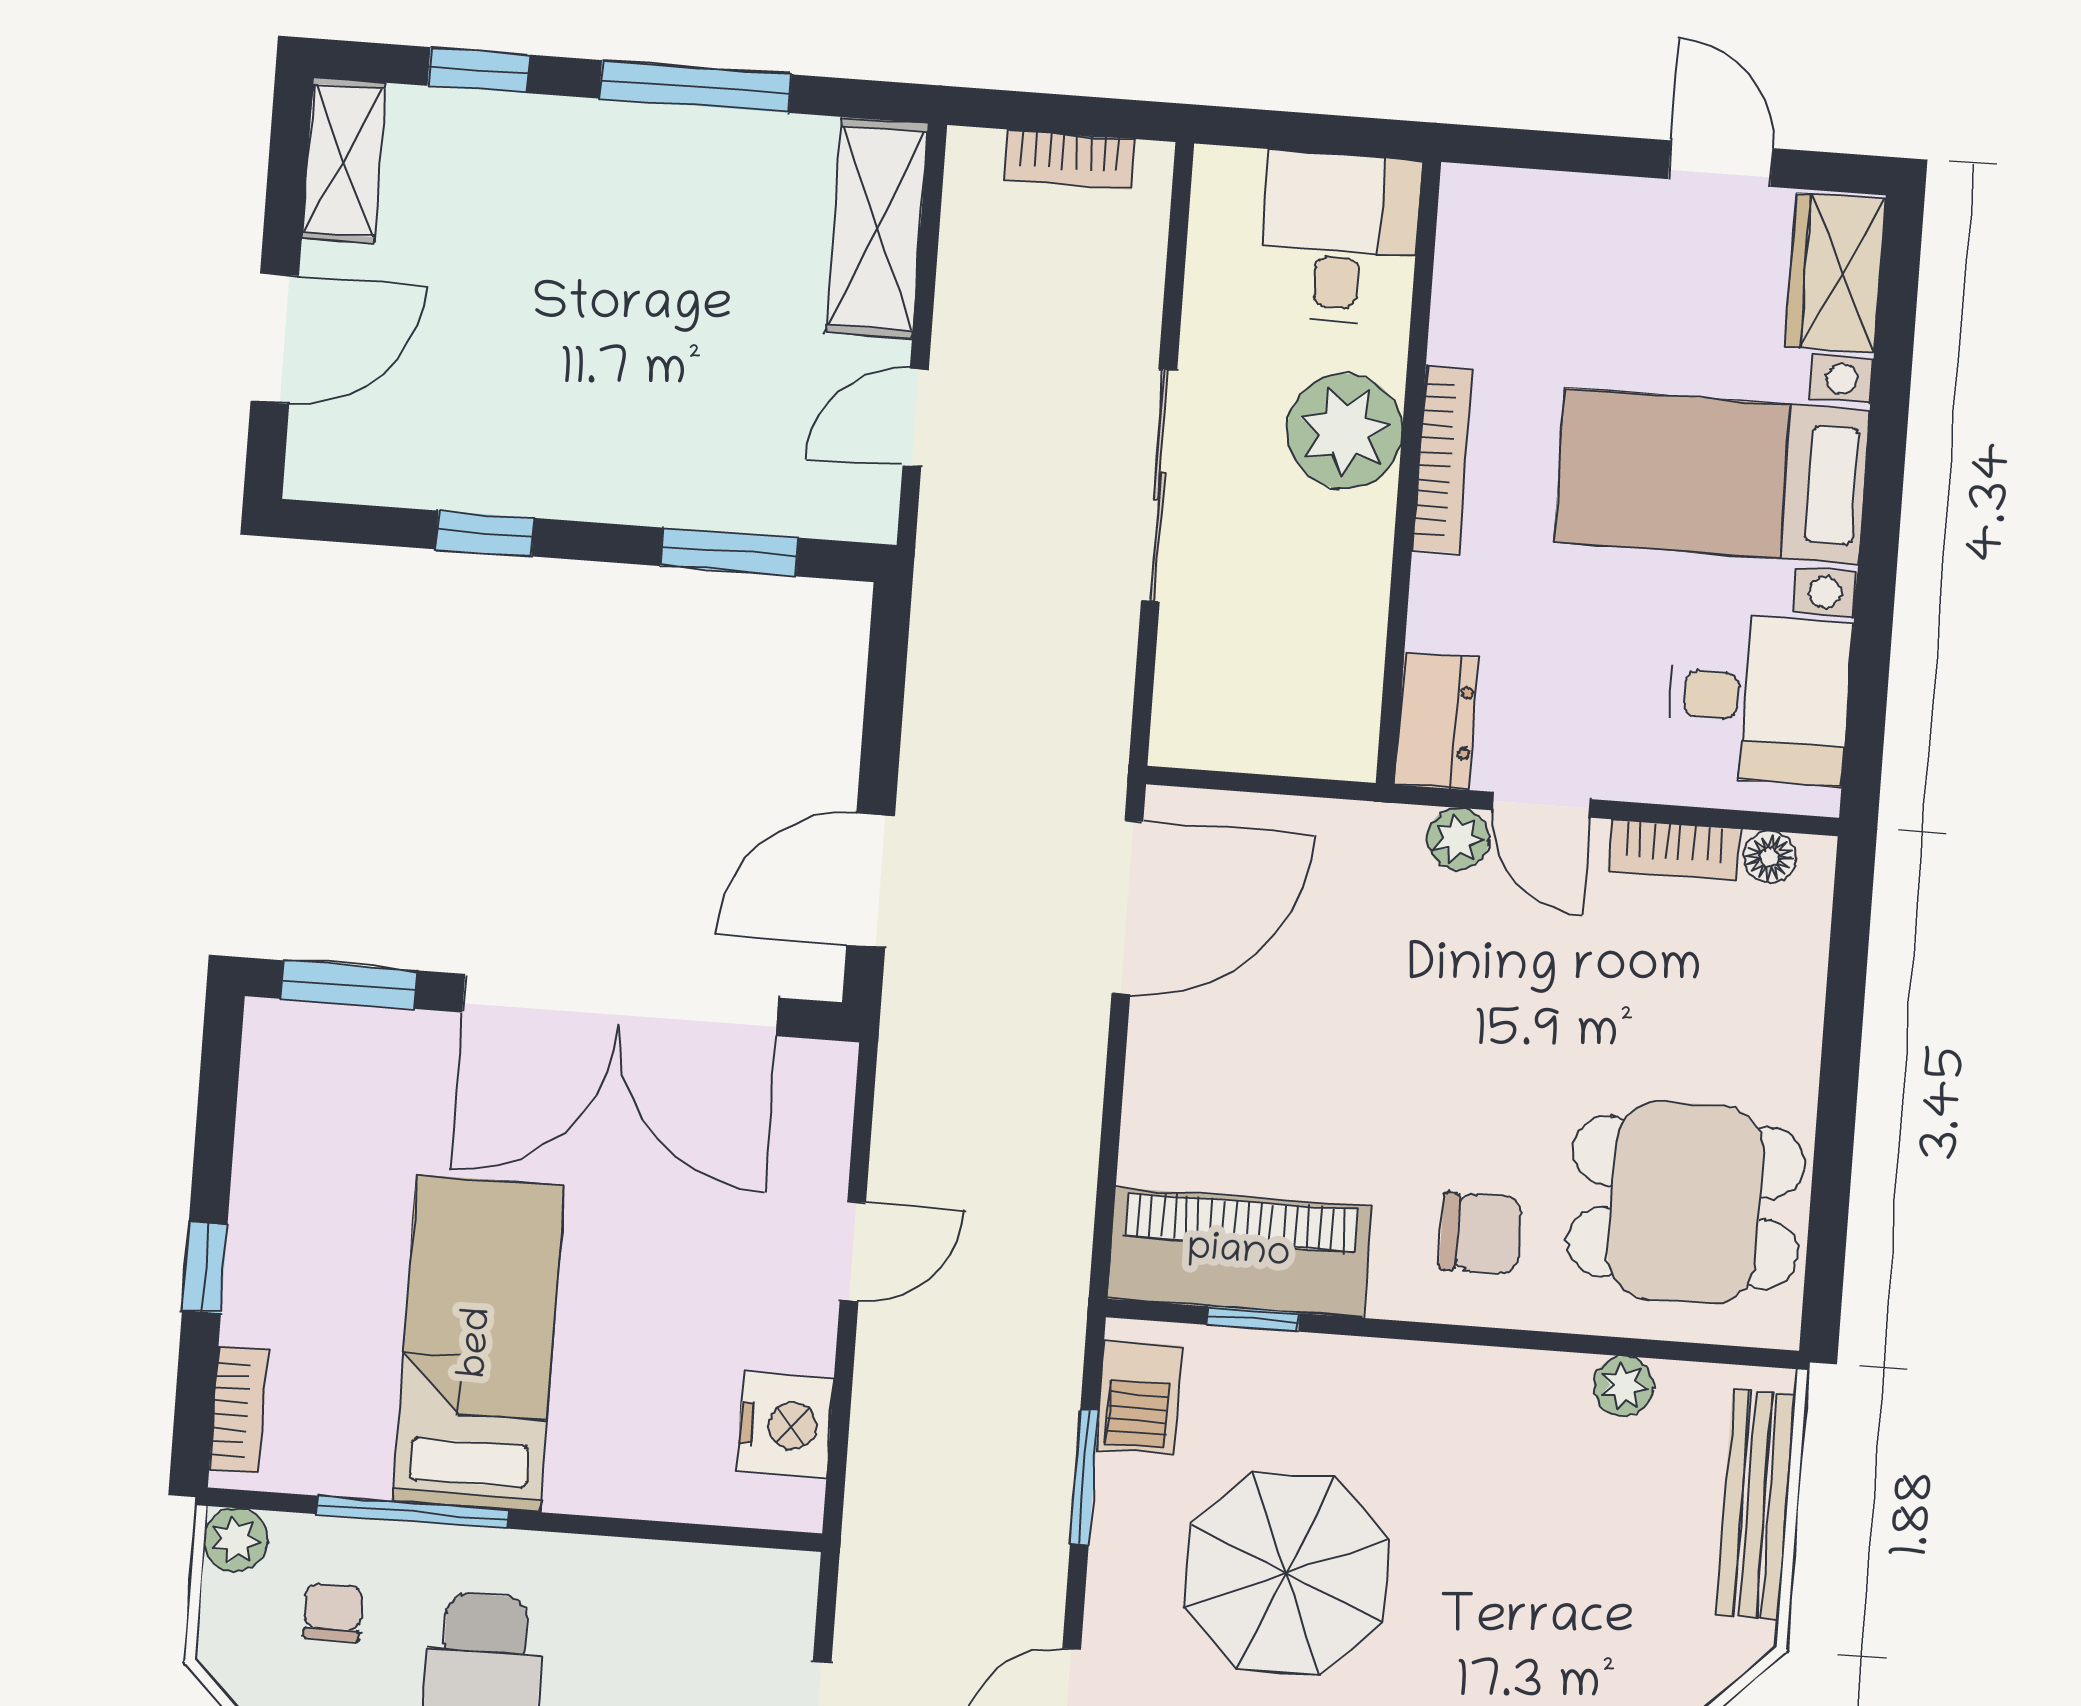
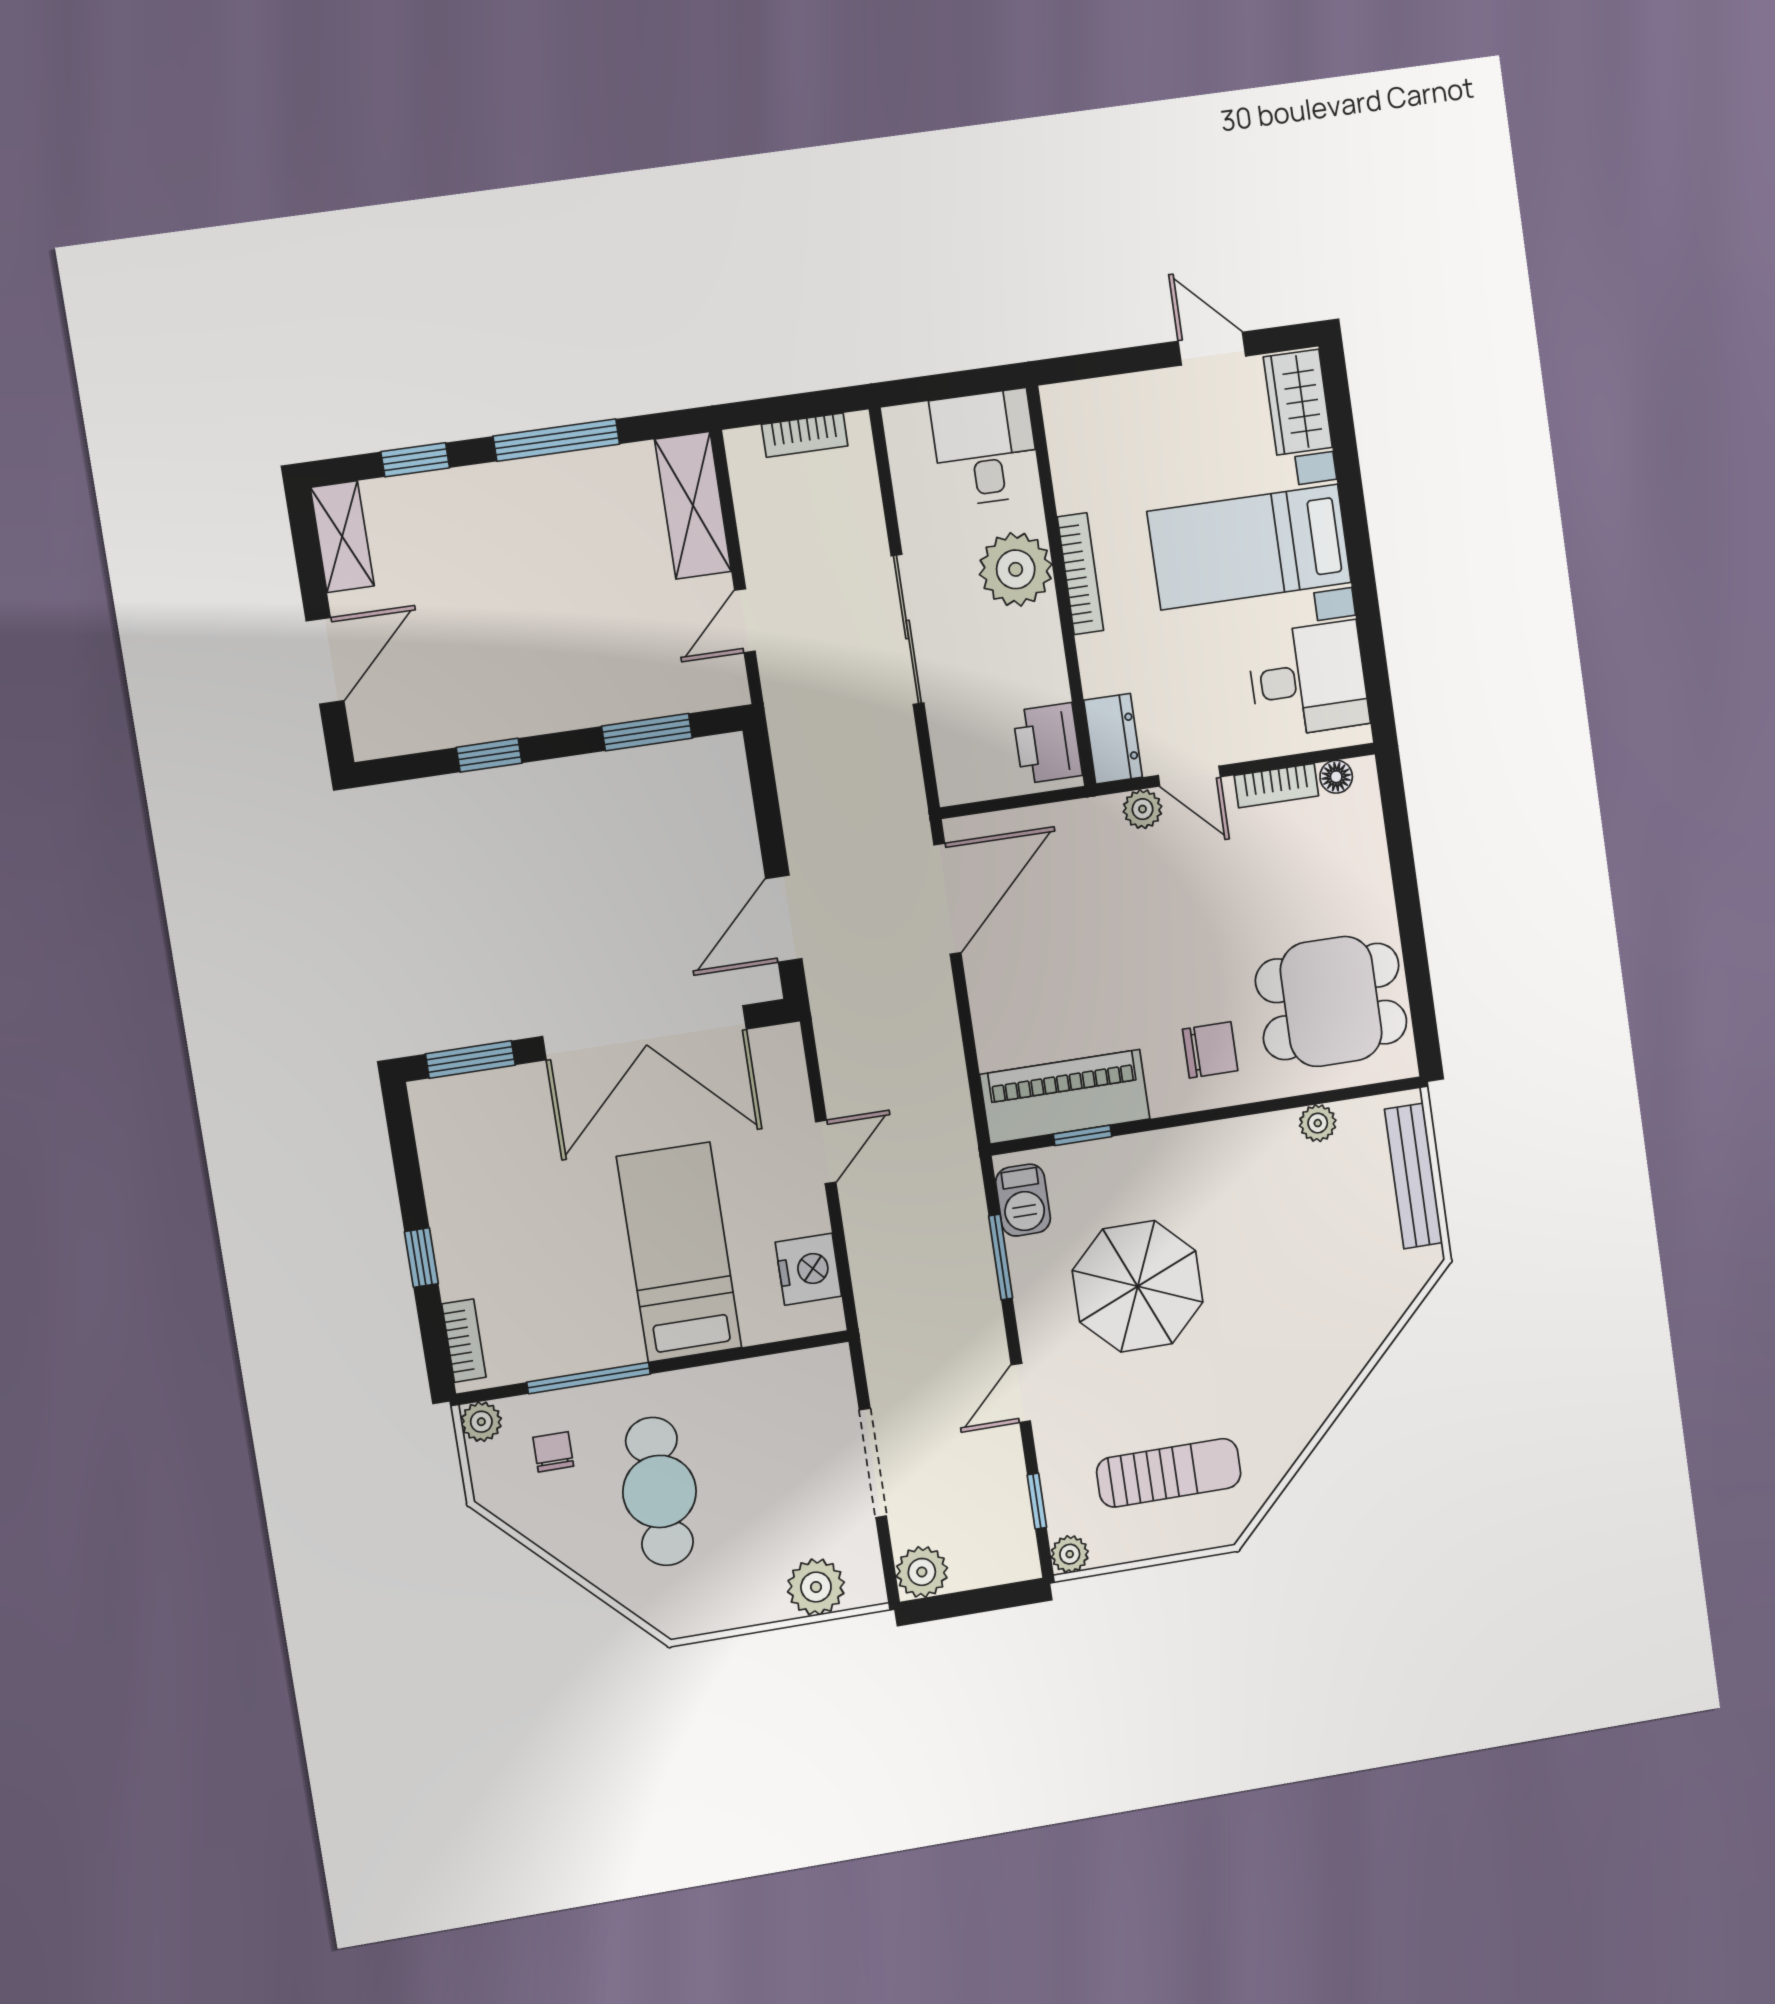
printer: (1334, 706) -> (1047, 743), added
bed: (478, 1343) -> (679, 1252), moved

